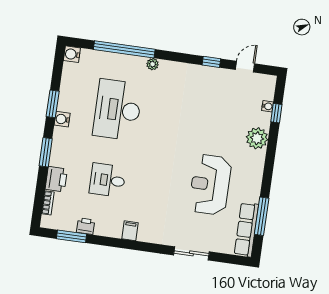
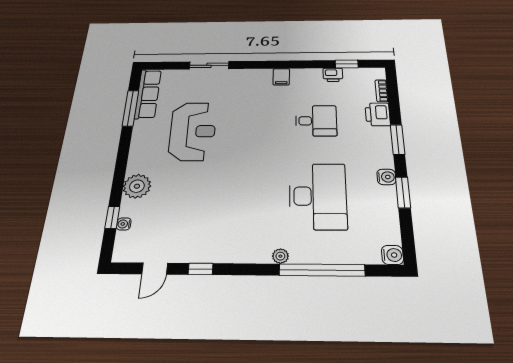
window: (72, 236) -> (347, 64), width x0.67

